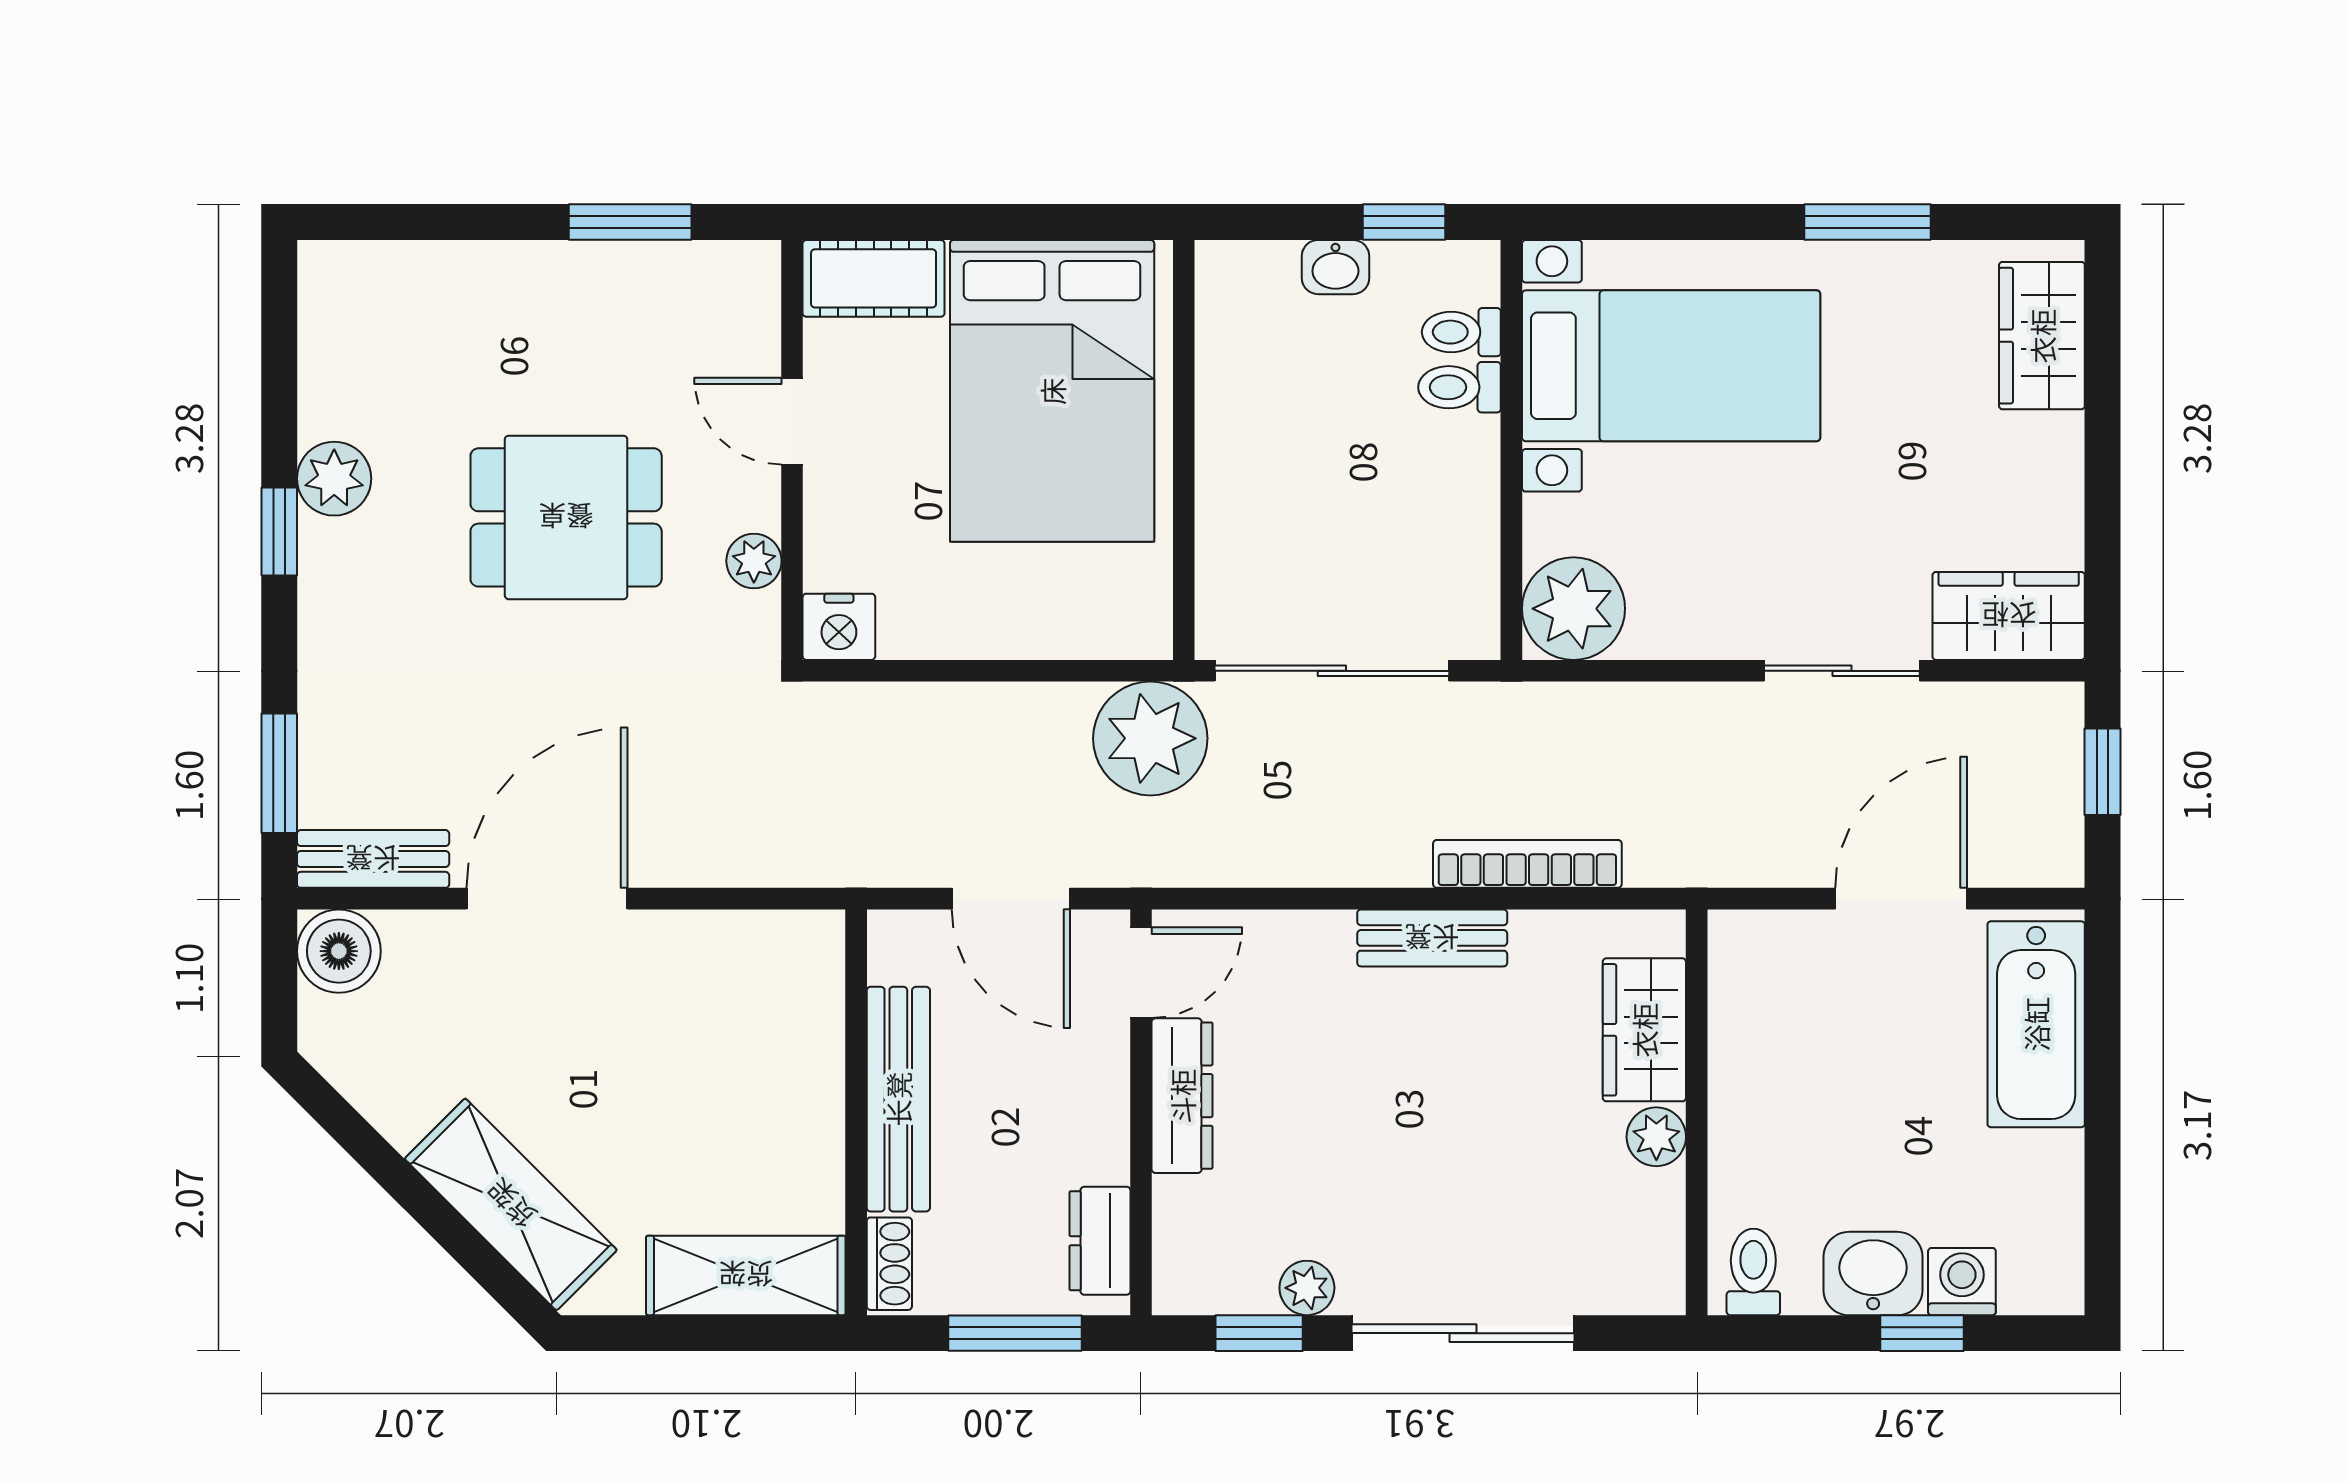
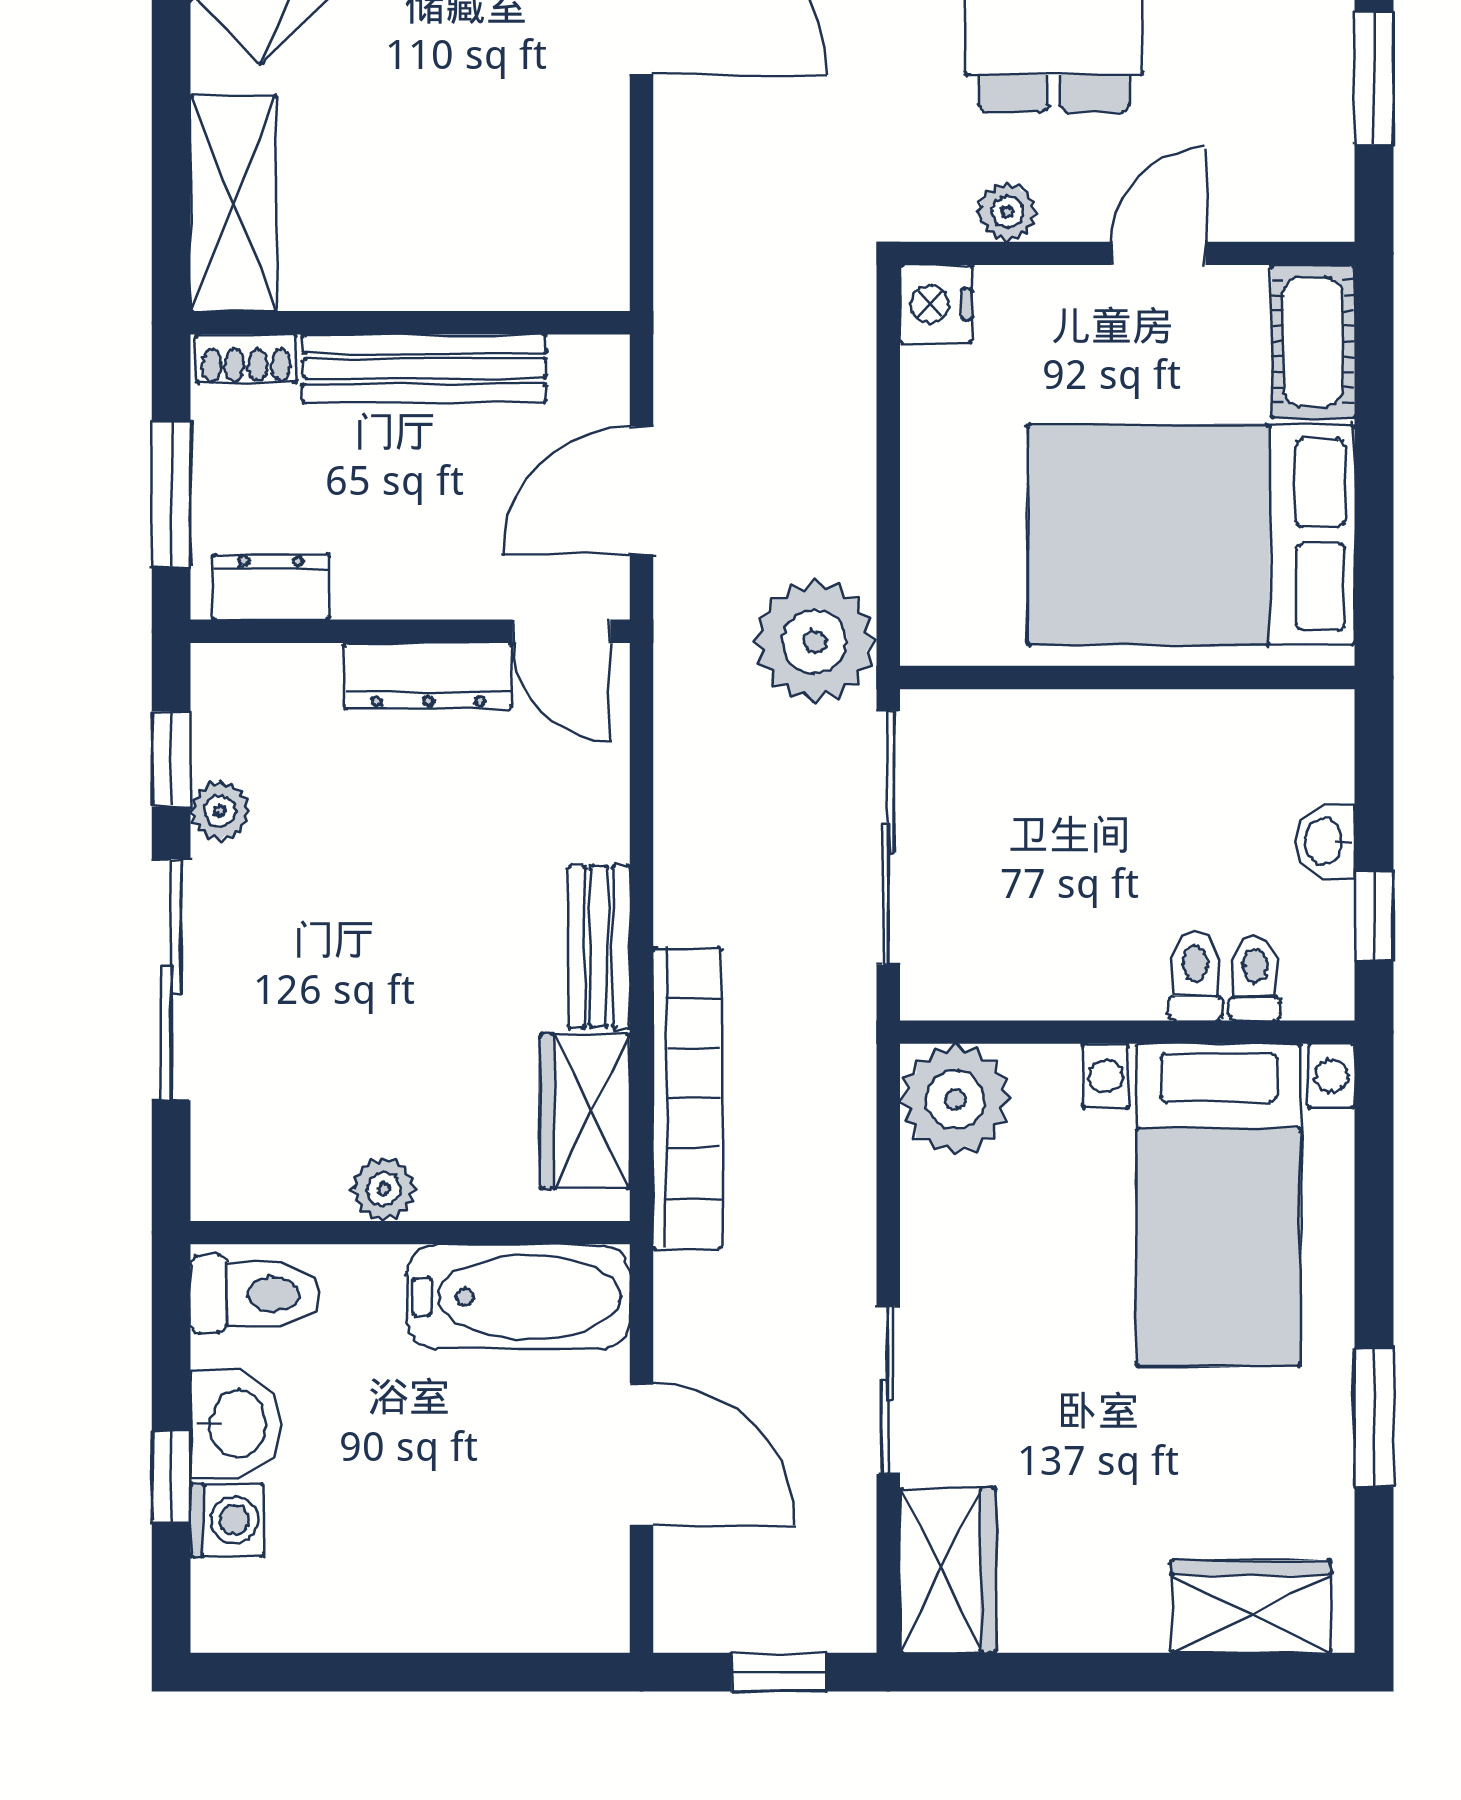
bookcase: (1527, 864) -> (687, 1098), width x1.48, depth x1.31
bathtub: (2036, 1024) -> (518, 1297), moved, turned 180
wardrobe: (1644, 1030) -> (585, 1111), moved, turned -90
toilet: (1753, 1272) -> (255, 1294), width x1.37, depth x1.39

